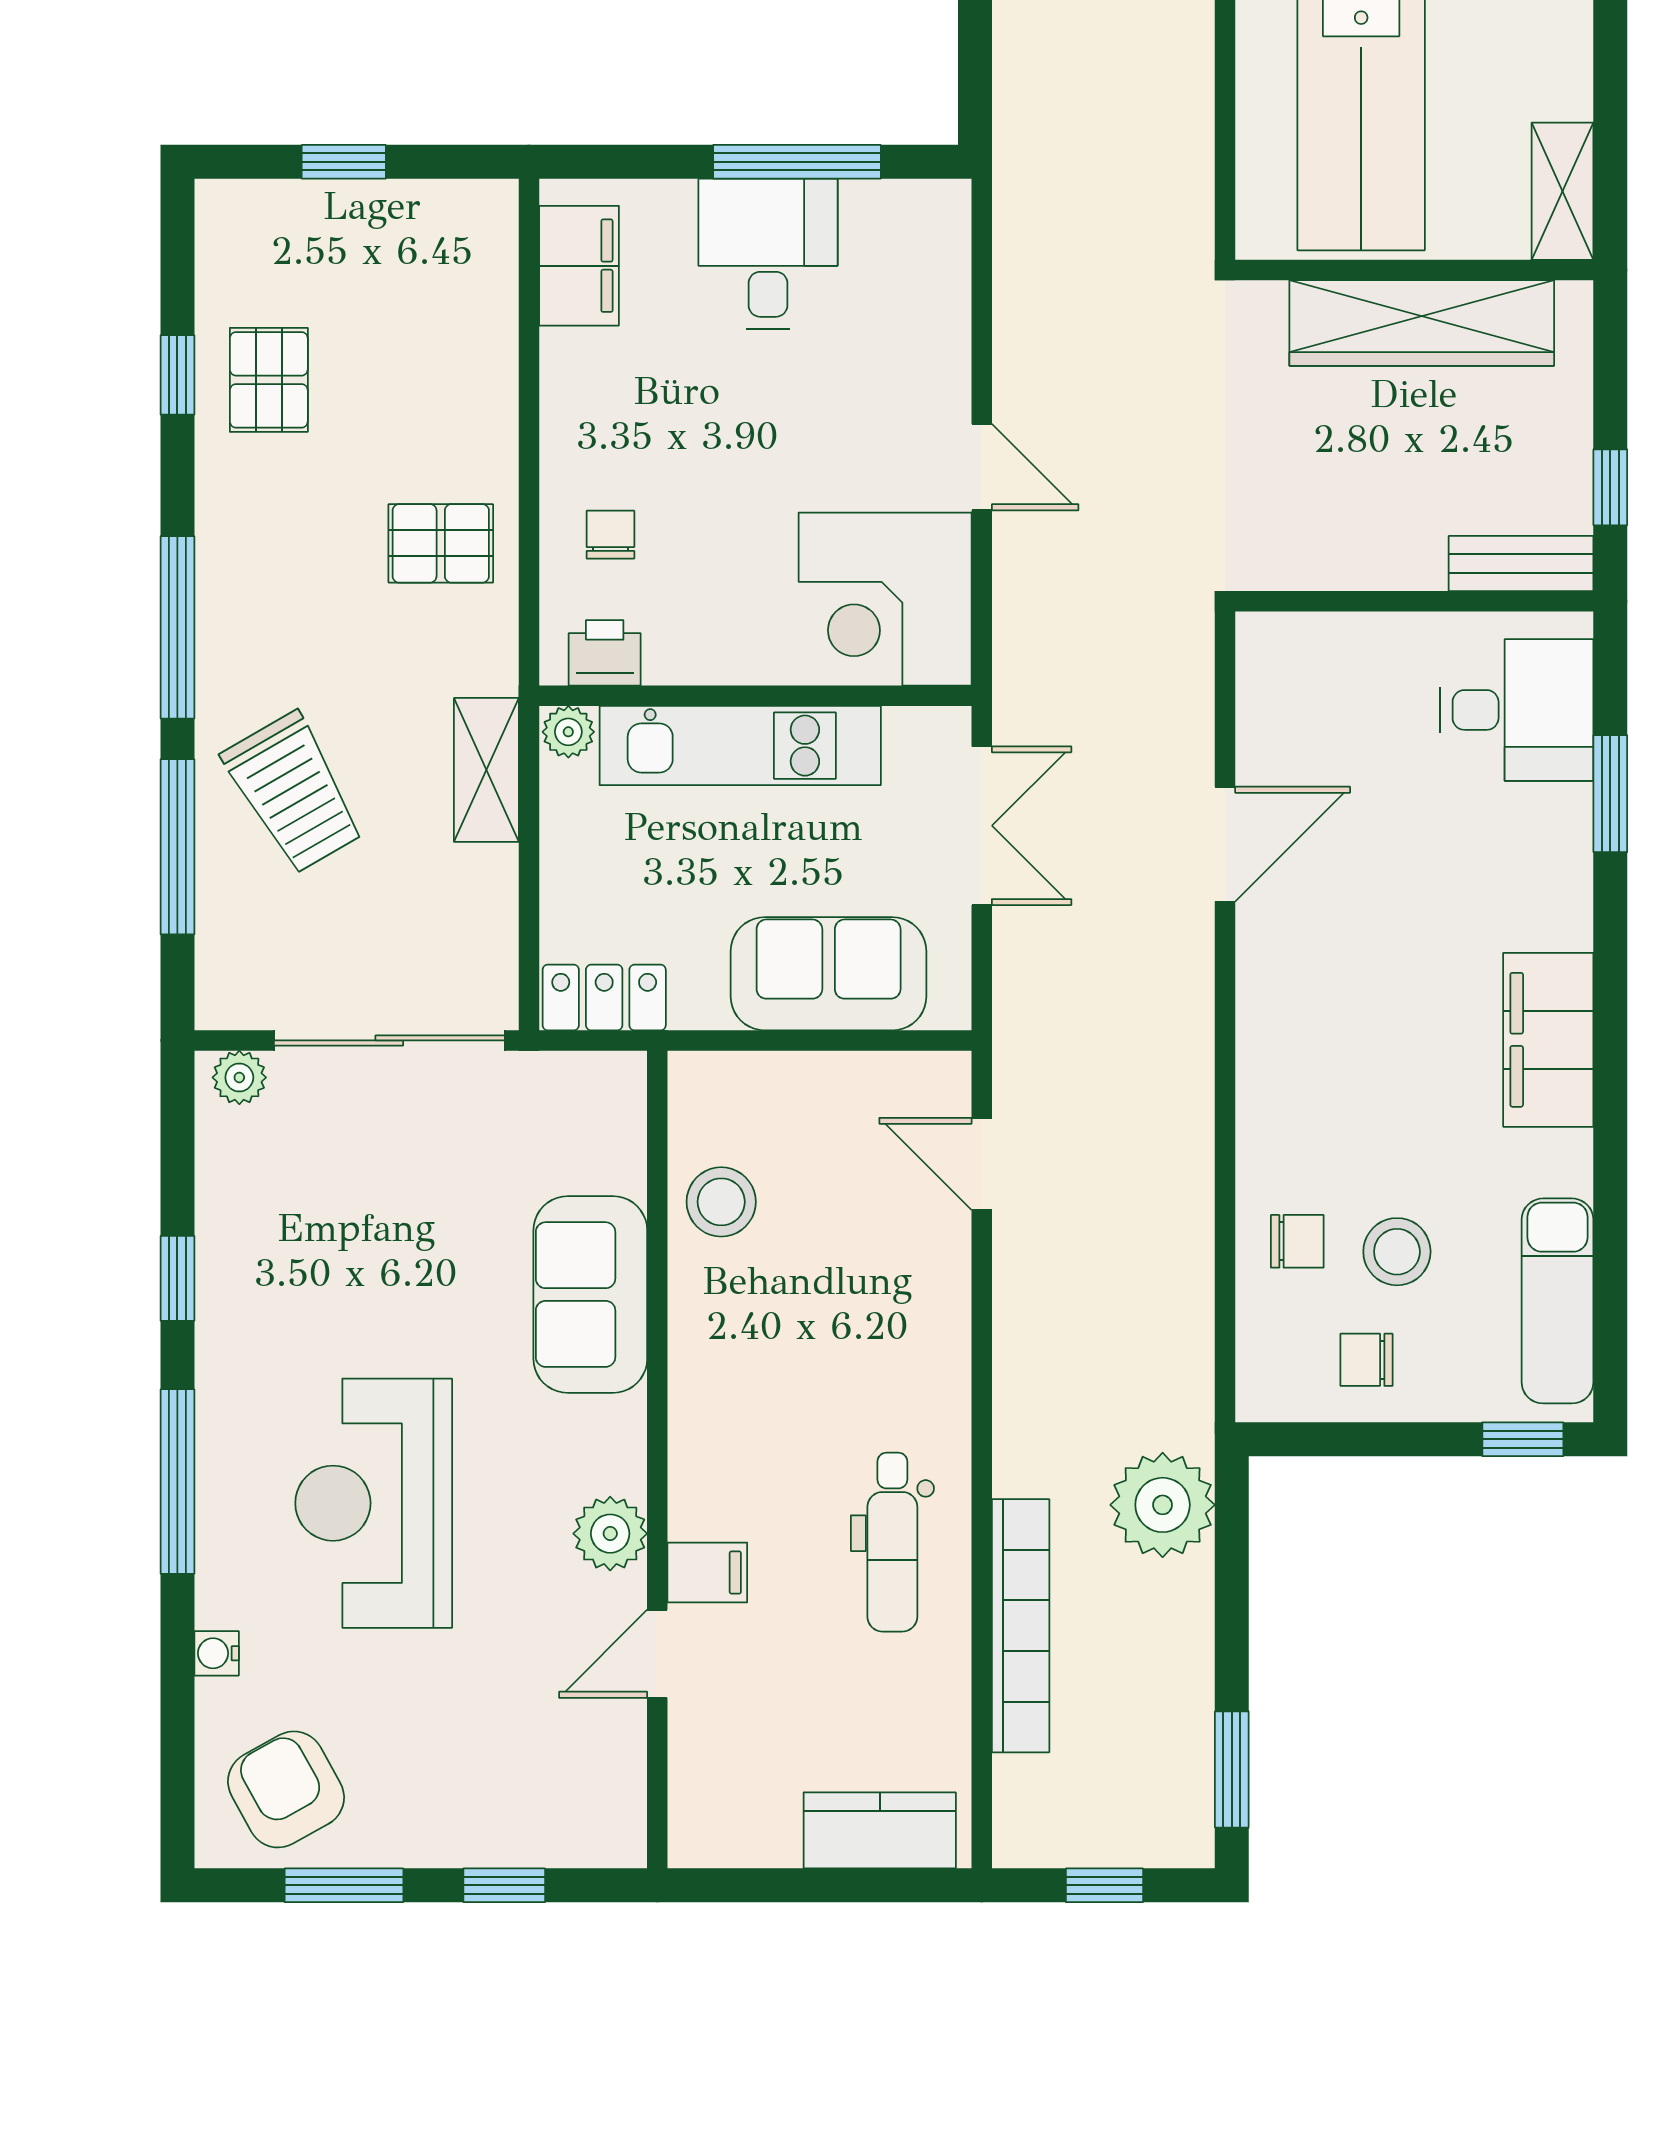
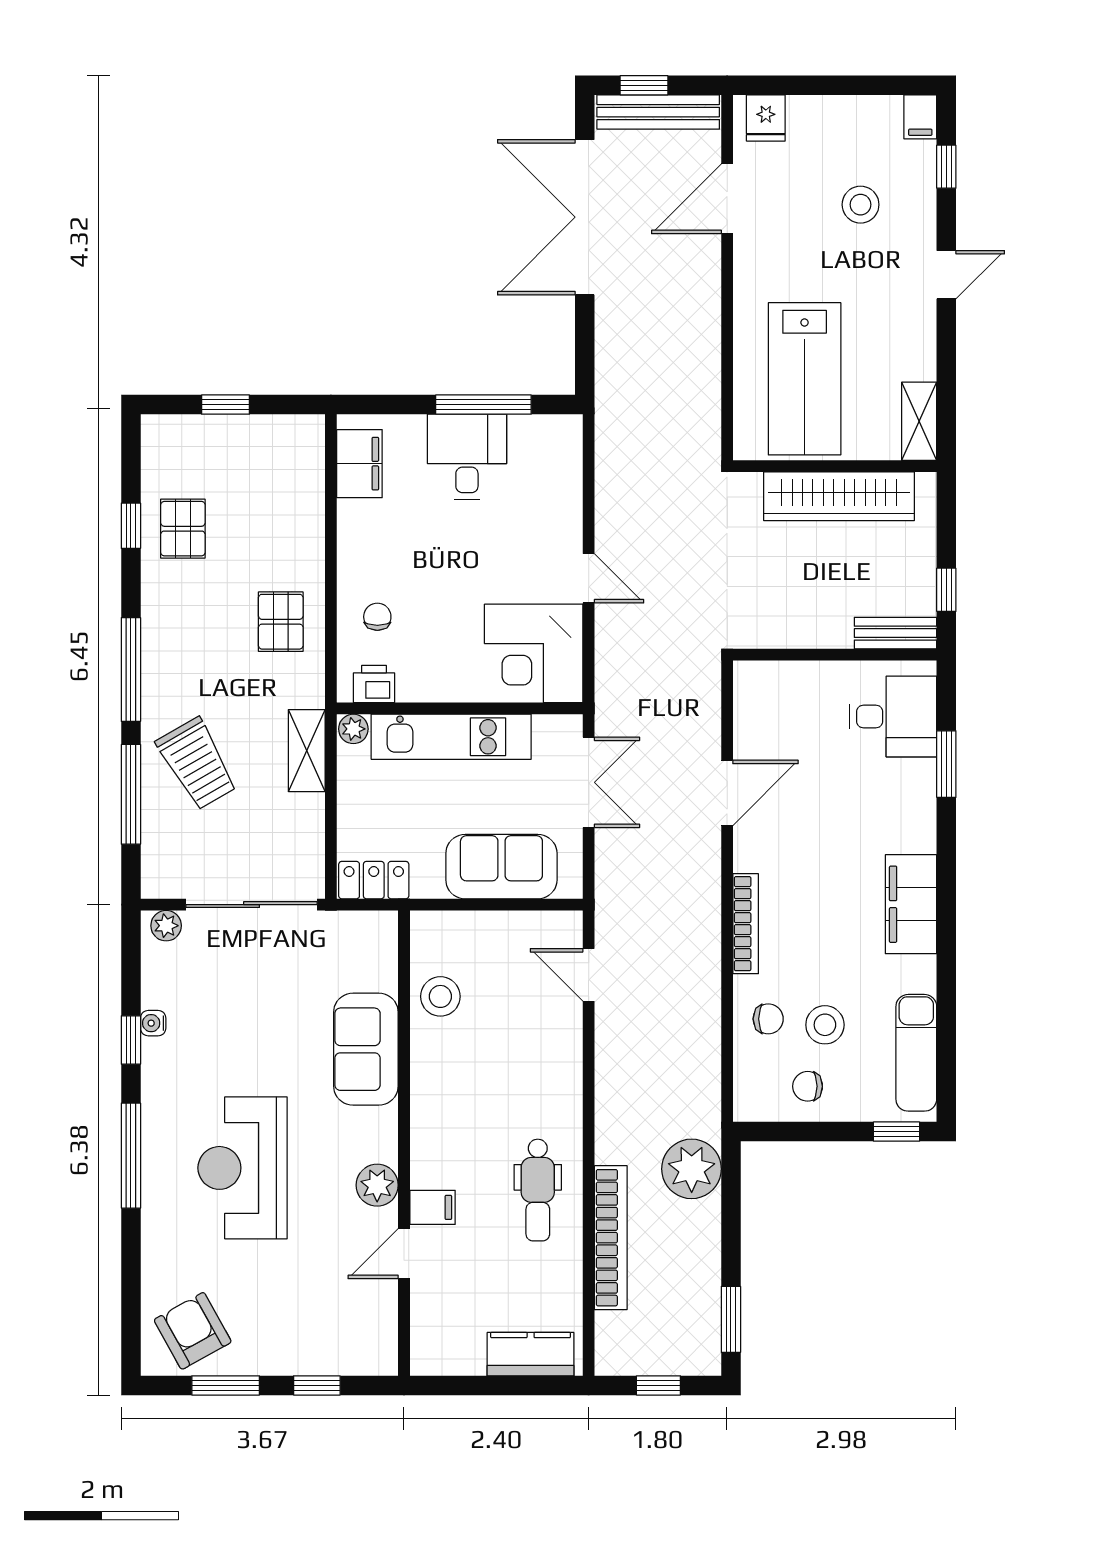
pallet: (441, 543) -> (281, 622), turned 90
bookcase: (1258, 1074) -> (746, 924), added
water cooler: (217, 1653) -> (153, 1023), moved

